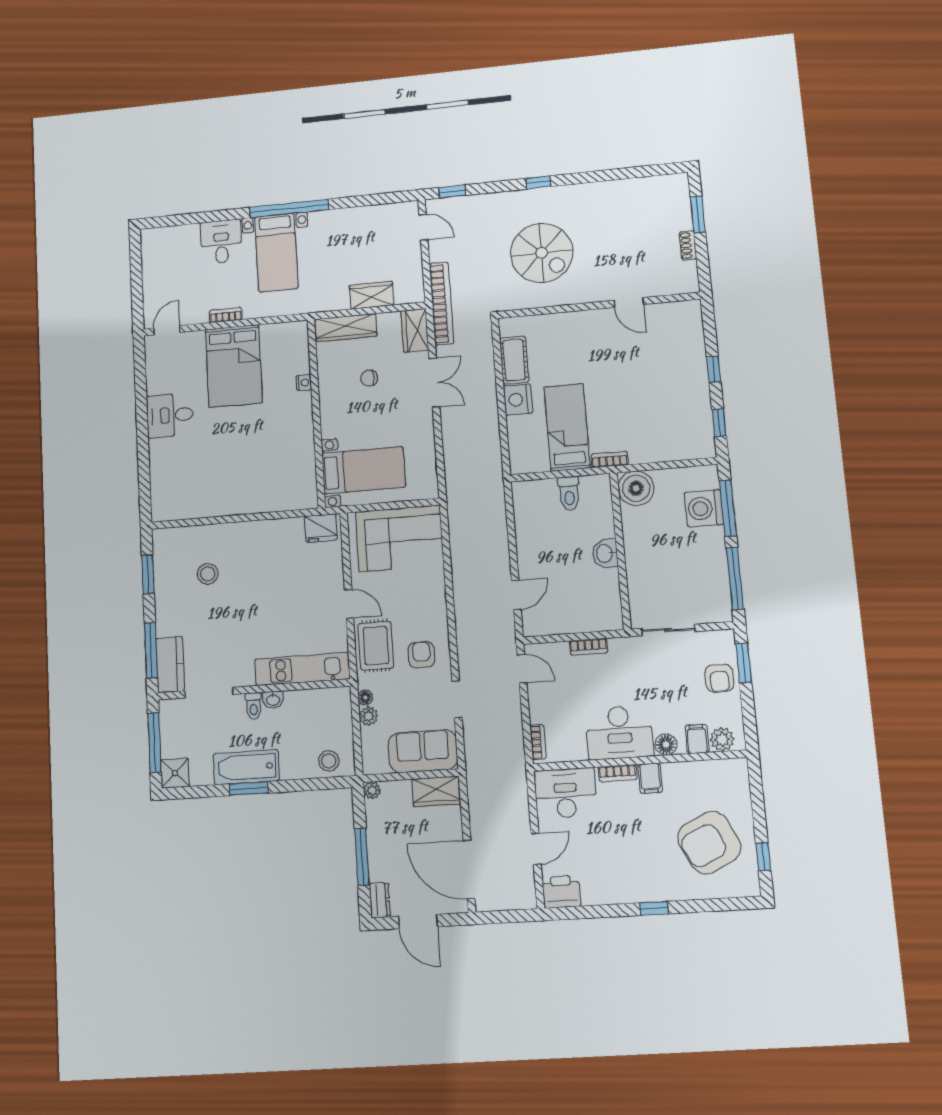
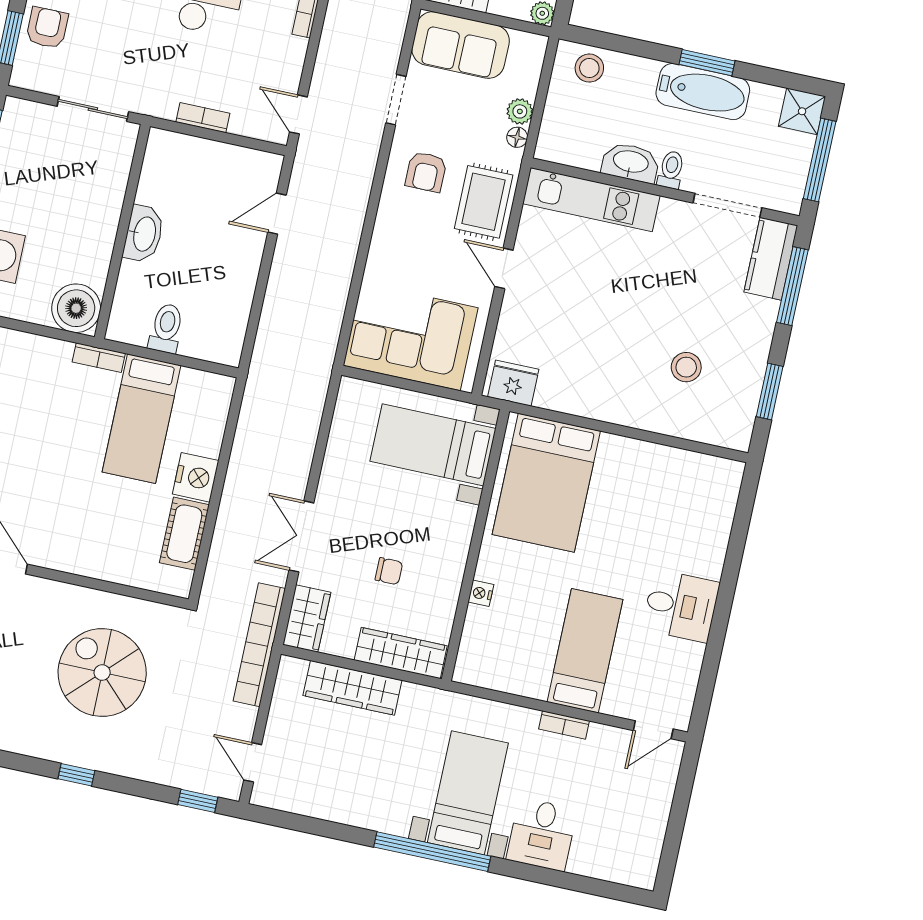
wardrobe: (371, 295) -> (352, 688), width x1.50
bed: (234, 366) -> (585, 651), width x0.67
bed: (280, 468) -> (546, 483), added
washbasin: (605, 553) -> (144, 234), width x1.38
washbasin: (273, 700) -> (631, 162), width x1.91, depth x1.45

